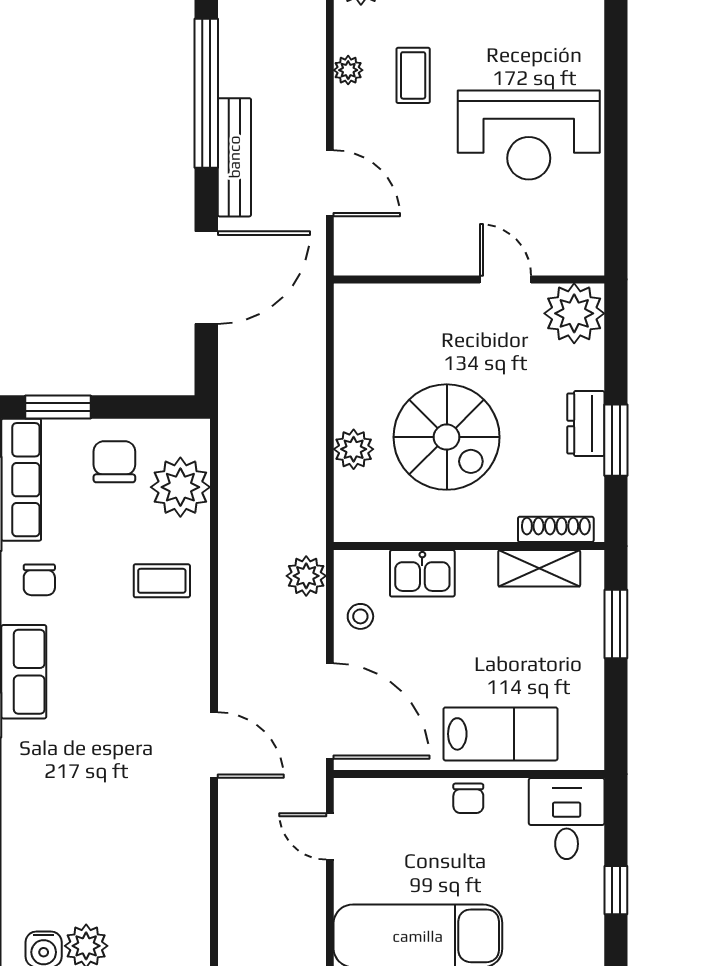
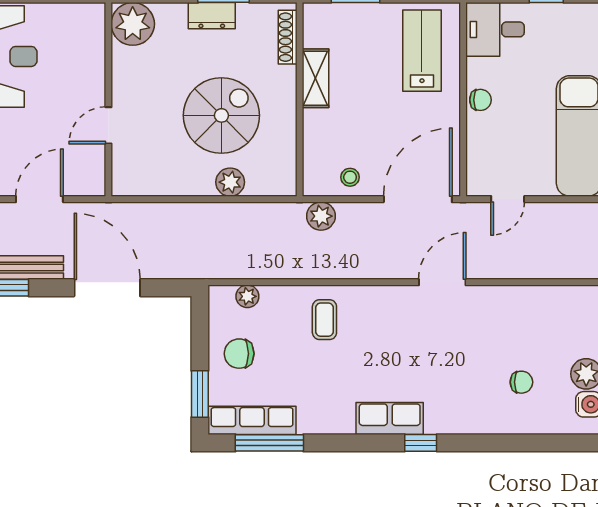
door: (505, 279) -> (108, 125), moved
plant: (180, 487) -> (247, 296), width x0.53, depth x0.53
shelving: (539, 568) -> (316, 78), moved
kitchen sink: (422, 573) -> (319, 133), removed
chair: (39, 580) -> (521, 382), moved
lab bench: (500, 734) -> (422, 51), moved

